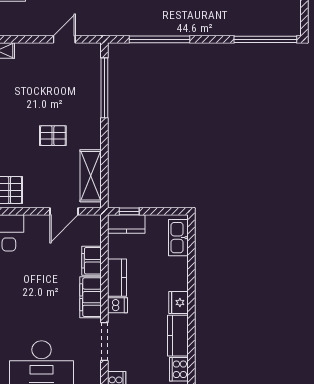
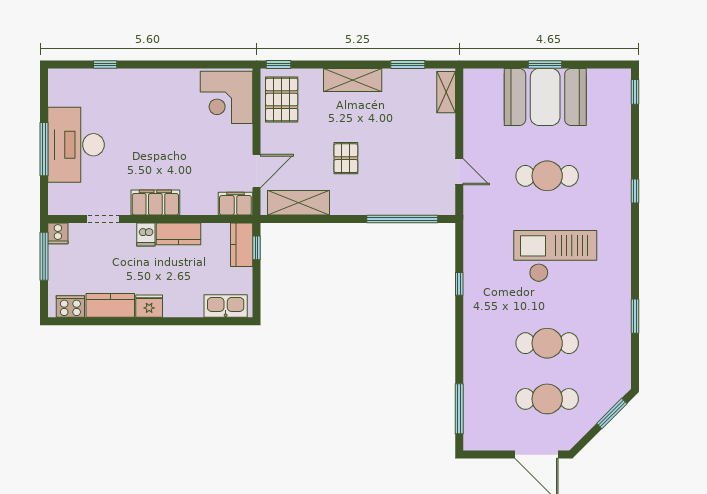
window: (160, 39) -> (459, 284), width x0.32
window: (265, 39) -> (459, 409), width x0.68
door: (64, 211) -> (256, 171), swing flipped
filing cabinet: (91, 261) -> (235, 204), moved
doorway: (104, 341) -> (103, 219), width x0.73

